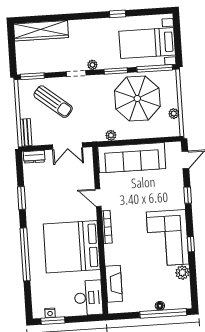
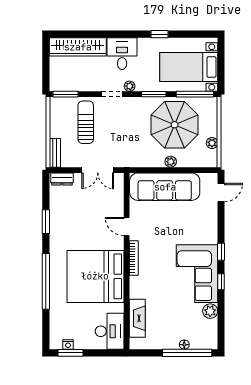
desk: (83, 35) -> (122, 54), added
sun lounger: (53, 102) -> (86, 122), turned -129
plant: (111, 135) -> (171, 162), moved
window: (188, 195) -> (221, 252), moved

